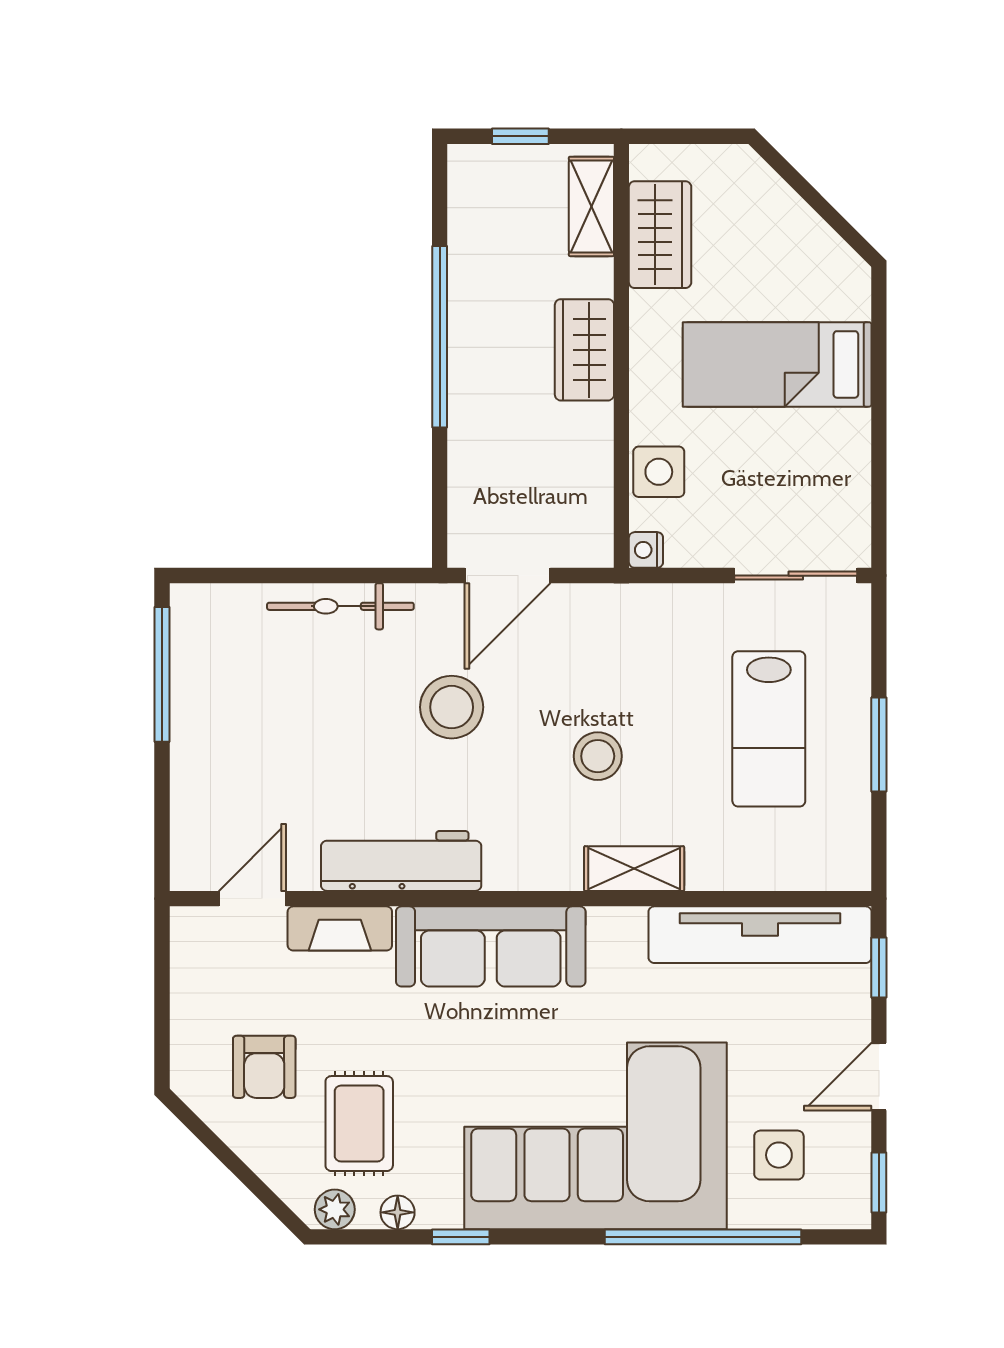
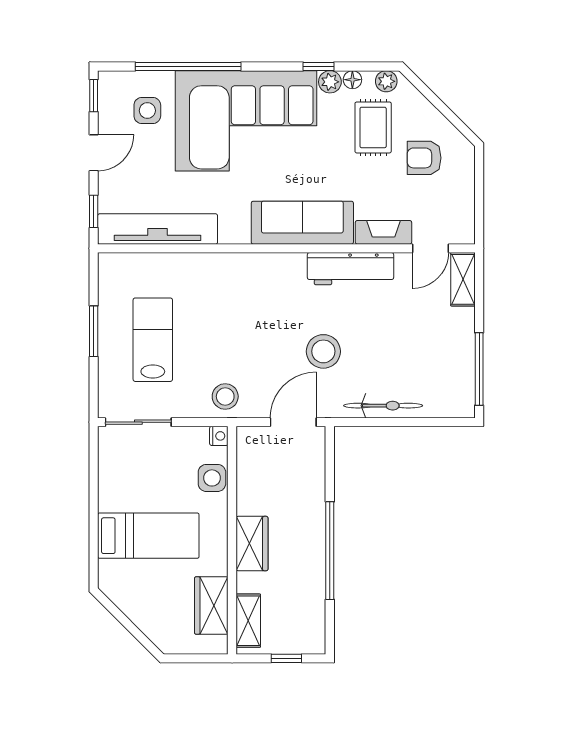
stool: (598, 756) -> (225, 396), moved
shelving: (634, 869) -> (463, 279), moved, turned 90
armchair: (264, 1067) -> (424, 158), turned -90
plant: (439, 1208) -> (330, 82), added

